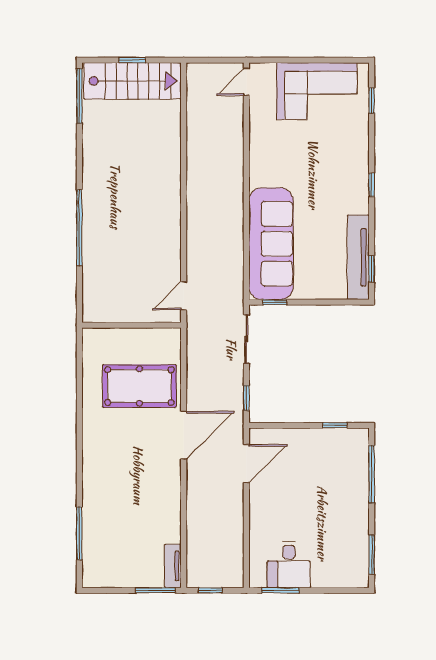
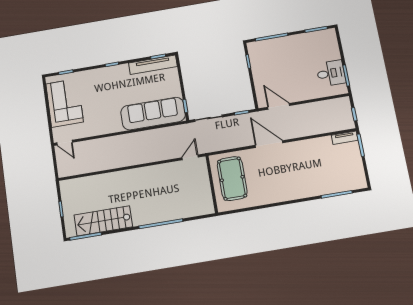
stairs: (133, 81) -> (103, 221), moved, turned -90
door: (184, 296) -> (190, 157), swing flipped
pool table: (139, 386) -> (232, 179), moved

